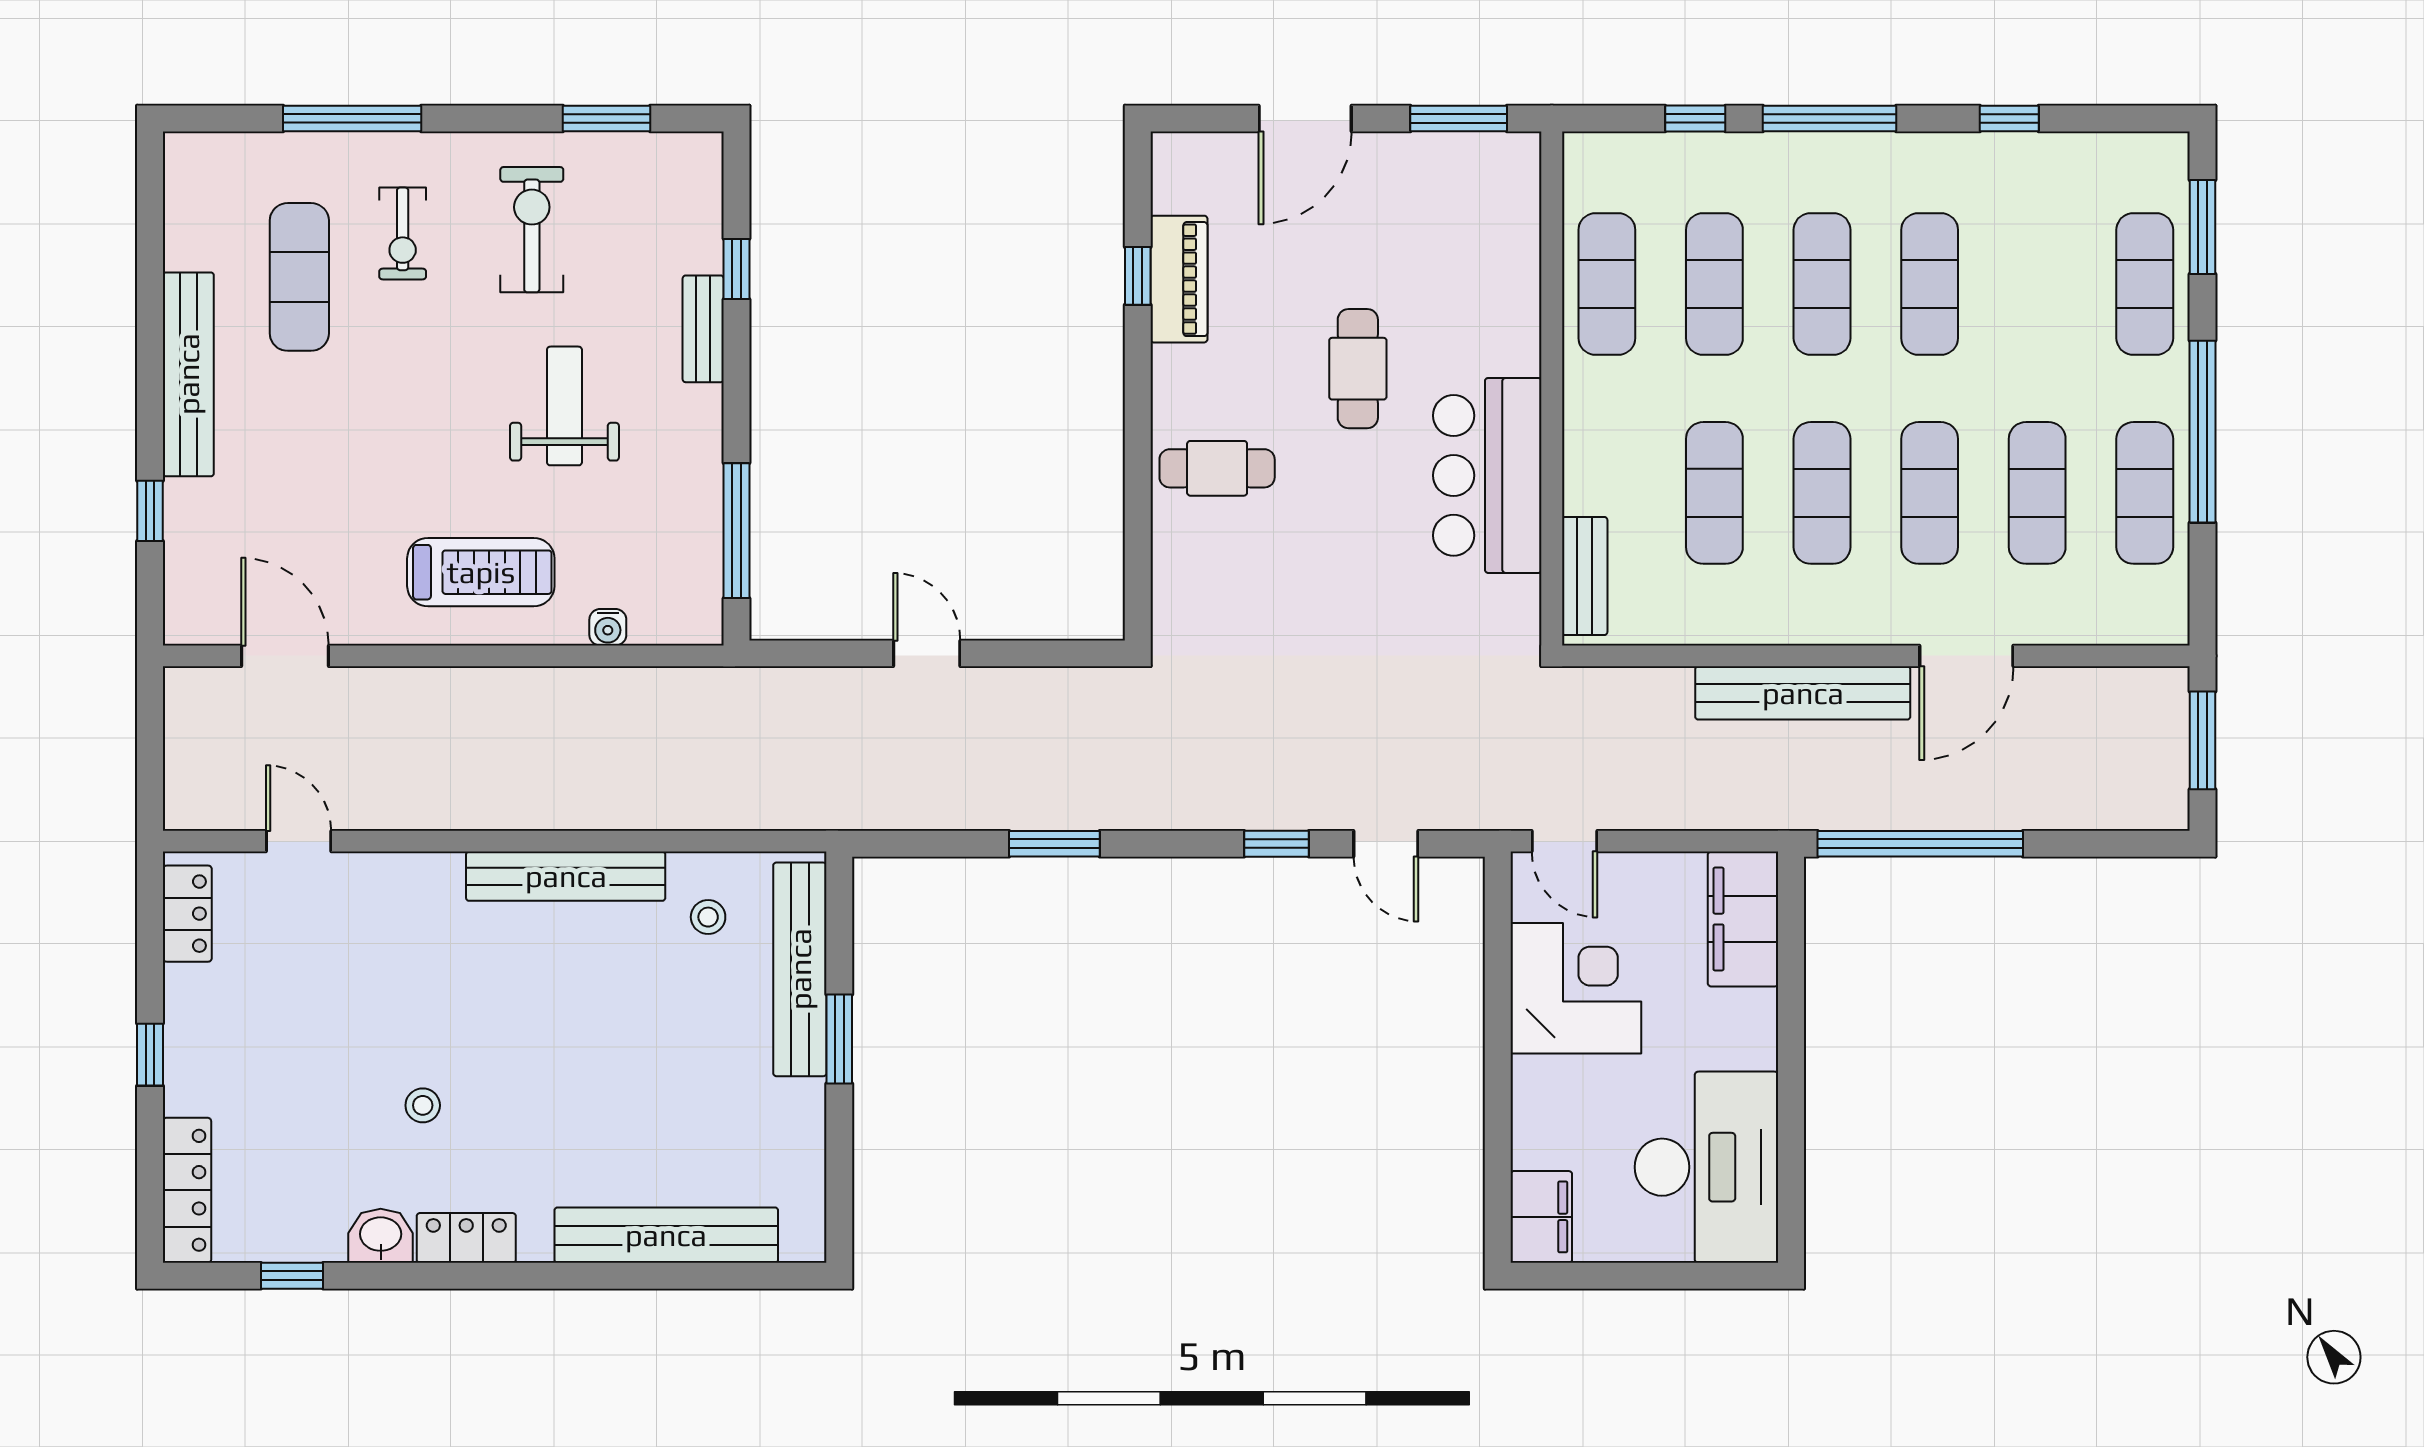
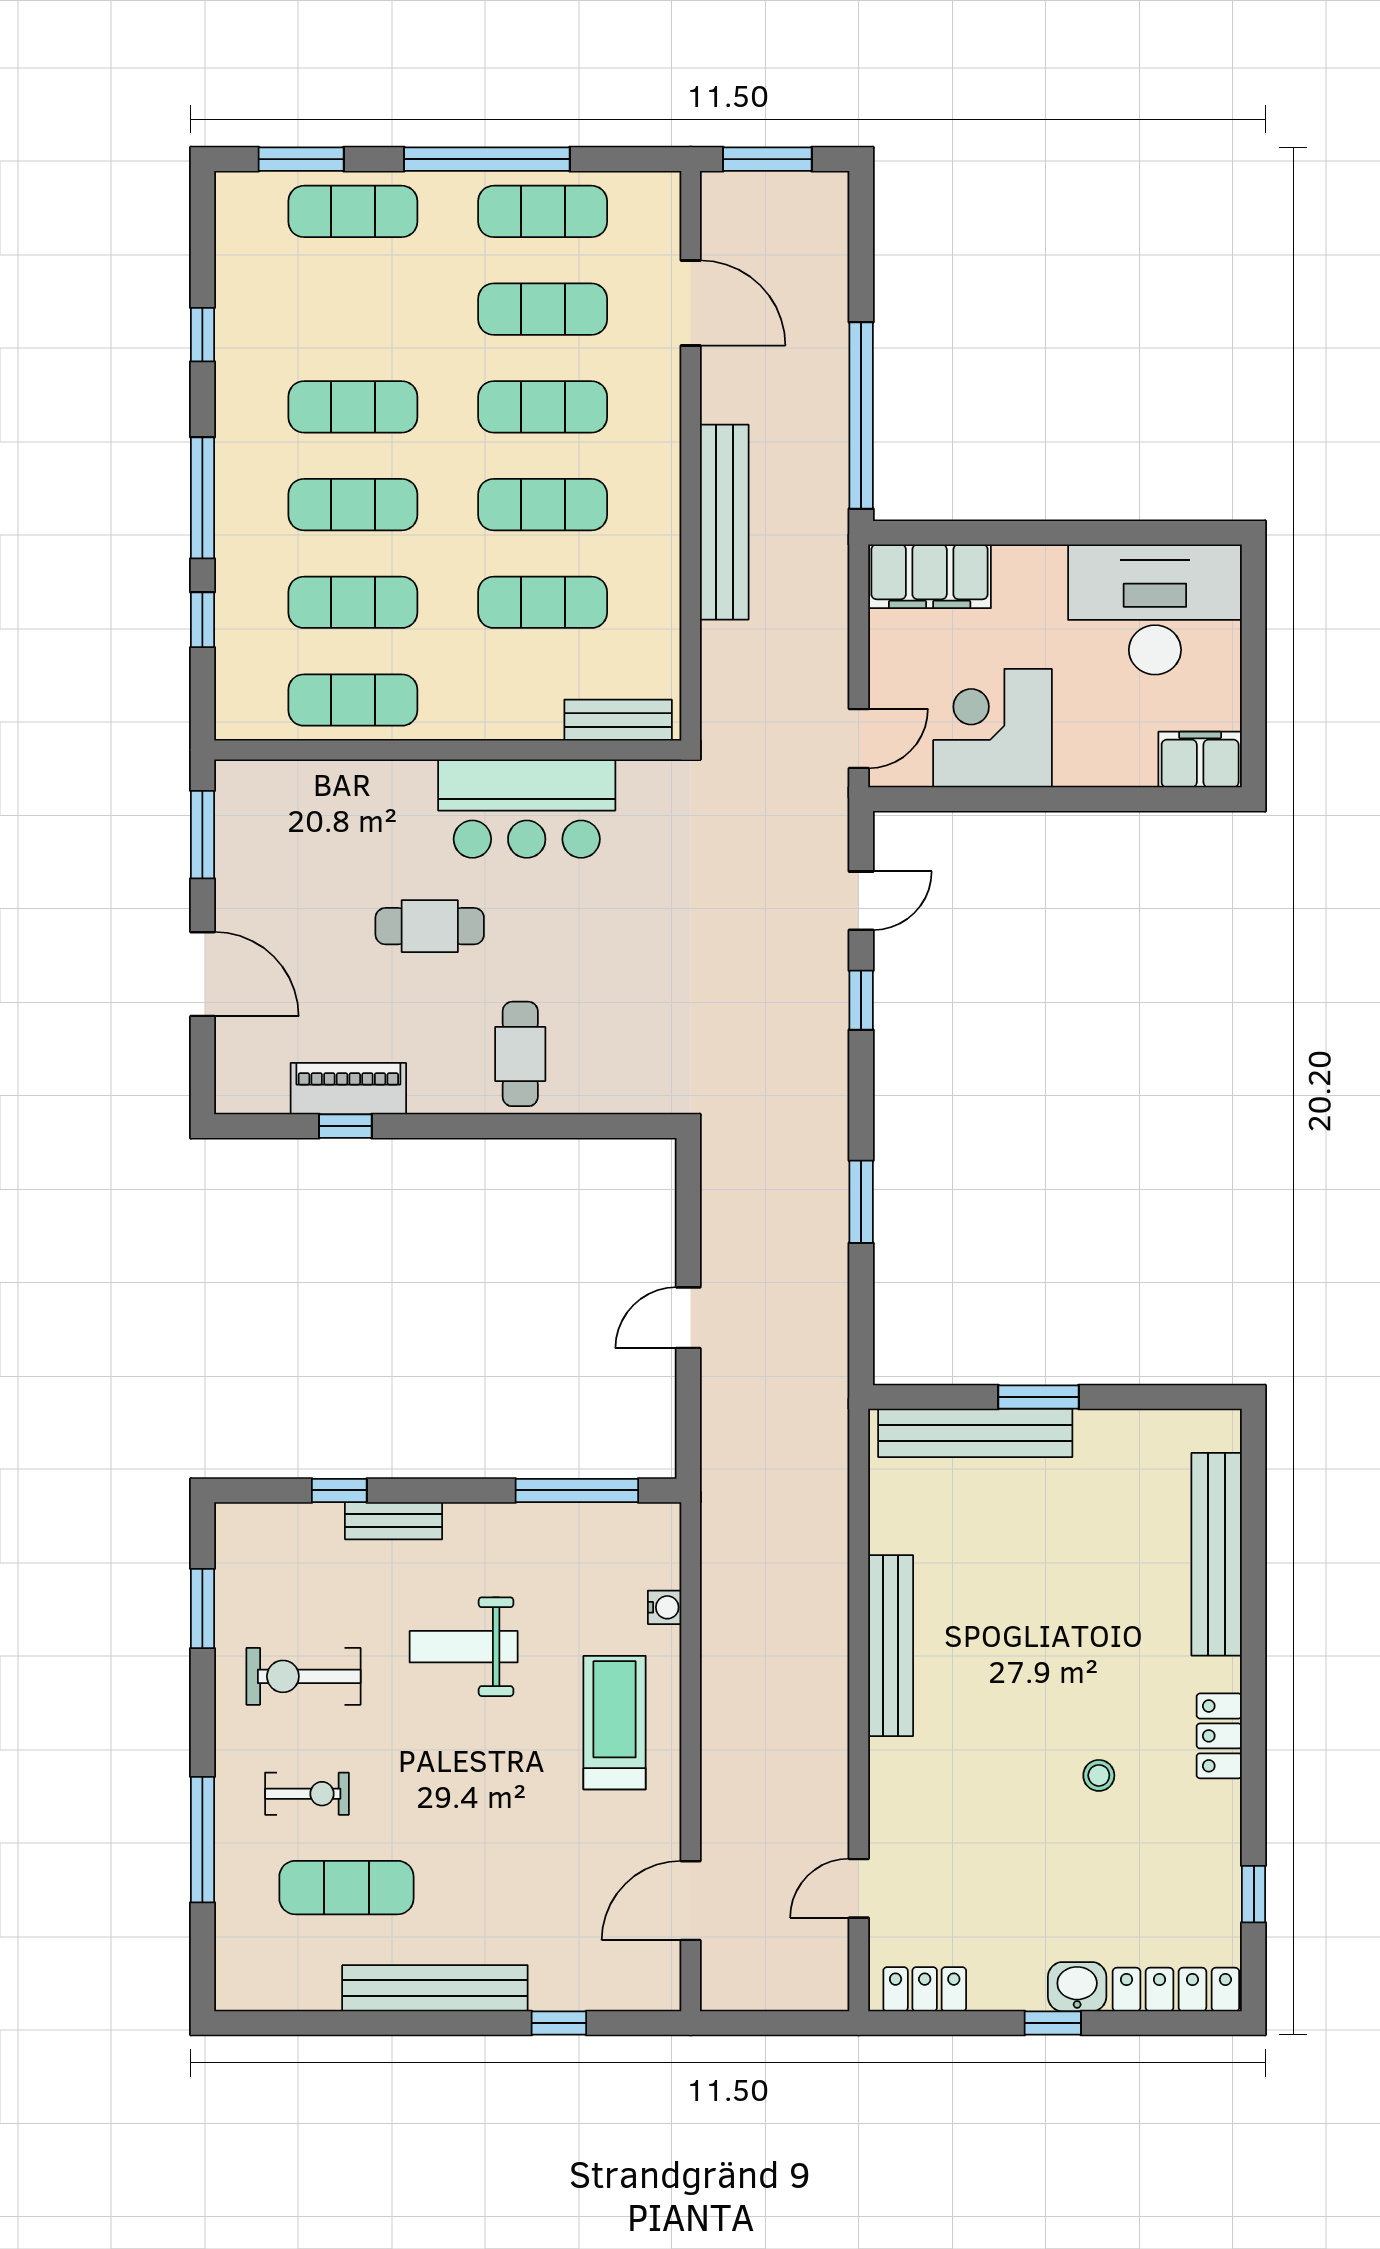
door: (1966, 656) -> (691, 303), moved
stool: (708, 917) -> (928, 1516), removed
washbasin: (381, 1236) -> (1077, 1987), moved, turned 90

